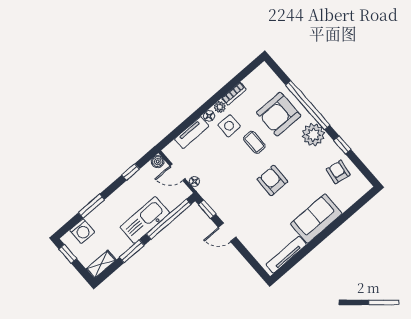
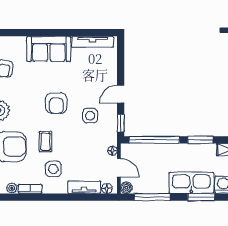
plant: (220, 107) -> (12, 188), moved
floor lamp: (209, 116) -> (107, 188), moved
window: (131, 172) -> (152, 197), width x2.17
side table: (237, 194) -> (90, 116), added
kitchen sink: (145, 220) -> (191, 183), moved, turned 180
door: (227, 232) -> (121, 94), swing flipped

